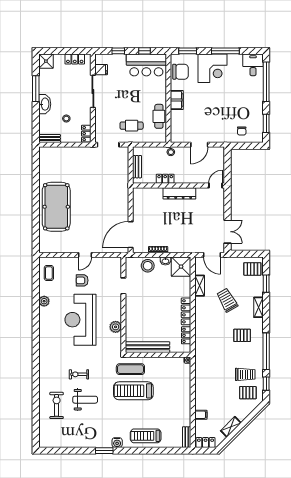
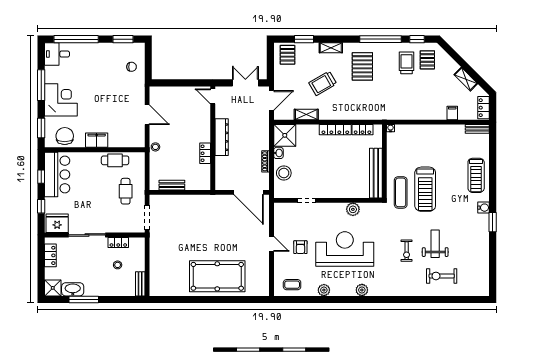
fridge: (101, 70) -> (57, 223), width x1.88, depth x1.34
washbasin: (45, 104) -> (73, 289), moved
locker: (86, 134) -> (118, 242), moved
locker: (165, 179) -> (205, 153), moved
wall: (178, 185) -> (213, 138), moved
door: (215, 185) -> (213, 96), moved
dresser: (179, 193) -> (222, 137), moved
reception desk: (80, 320) -> (345, 249), turned 180
plant: (44, 335) -> (362, 290), added
pallet: (242, 335) -> (362, 66), width x1.50, depth x1.42

